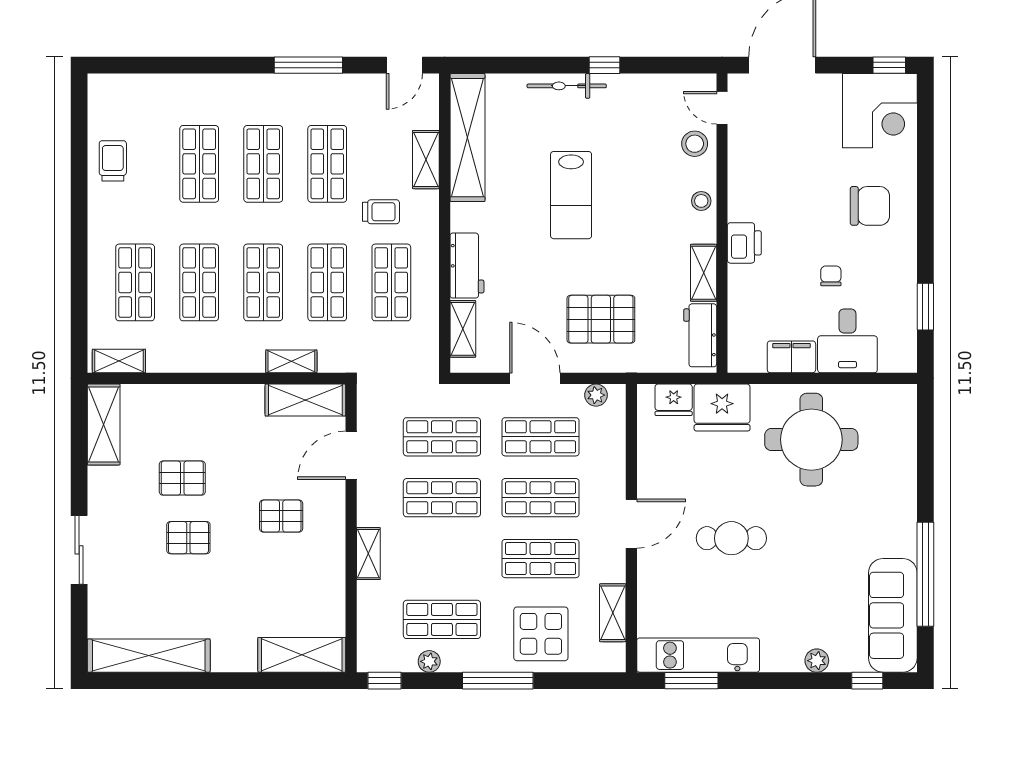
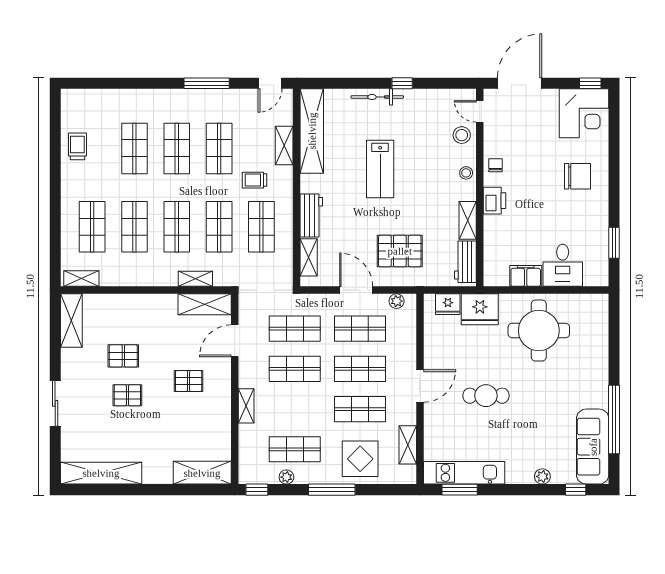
trolley: (381, 212) -> (255, 180), turned 180
chair: (831, 276) -> (495, 165), moved

